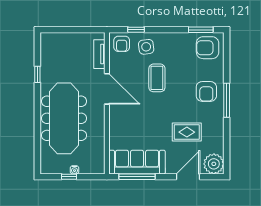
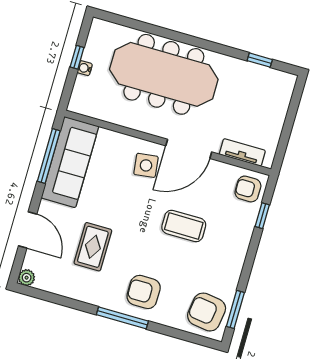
side table: (146, 47) -> (146, 165), moved
armchair: (208, 48) -> (207, 312), turned -82
window: (37, 74) -> (260, 60), moved
plant: (214, 164) -> (27, 278), width x0.53, depth x0.53

